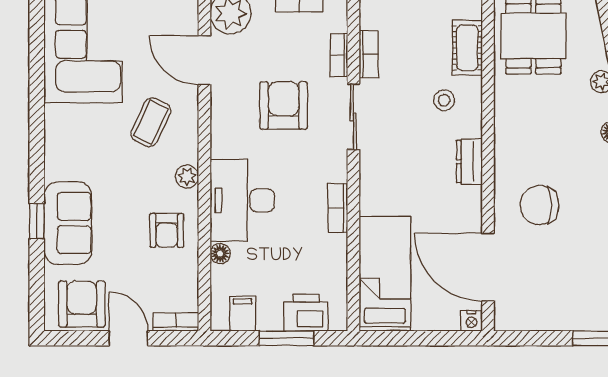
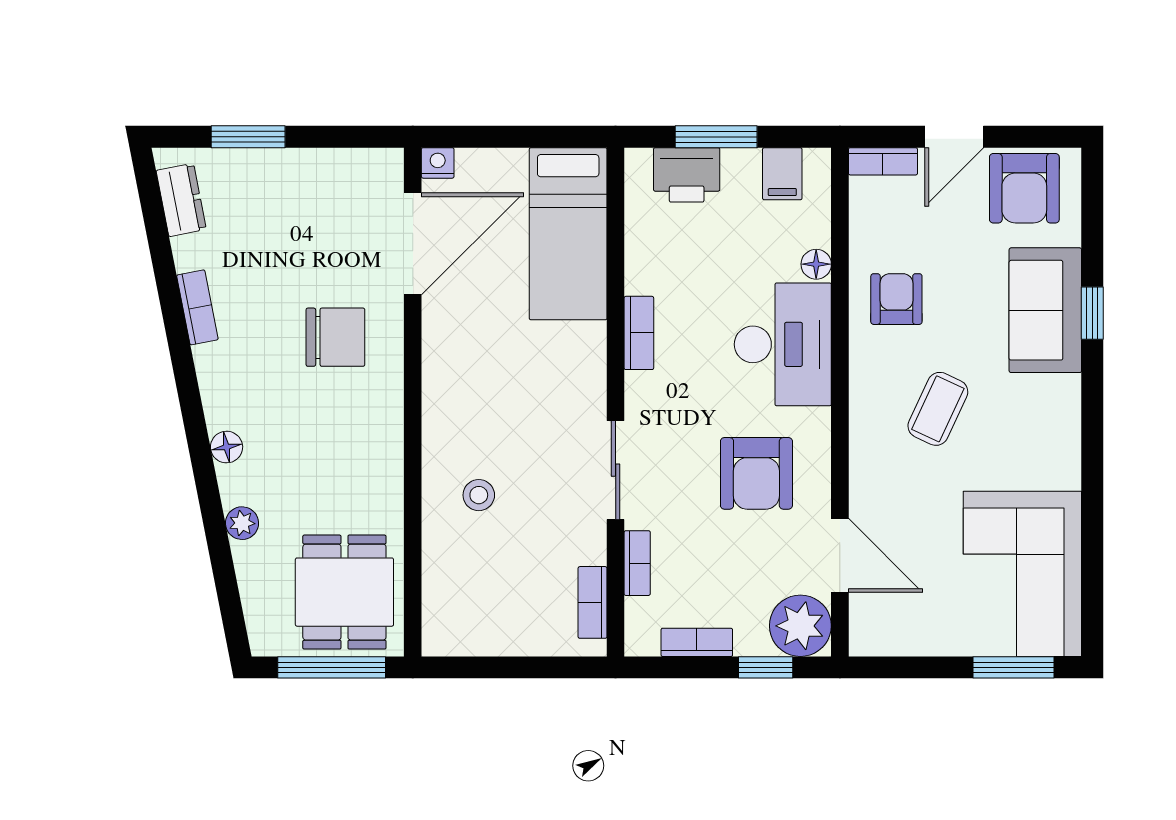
cot: (467, 48) -> (444, 574), removed
bookcase: (369, 54) -> (593, 602), moved
armchair: (284, 105) -> (756, 473), moved
coffee table: (151, 122) -> (938, 409), moved
dresser: (469, 162) -> (441, 403), removed
plant: (187, 177) -> (866, 380), removed
door: (488, 267) -> (413, 244), hinge flipped
door: (128, 338) -> (954, 137), hinge flipped

